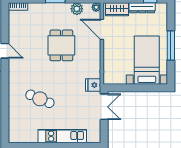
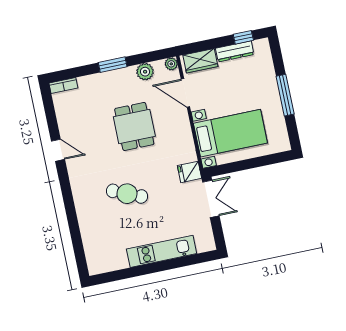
bed with nightstands: (147, 60) -> (230, 133), moved, turned 90
cafe table: (40, 99) -> (127, 194), moved

